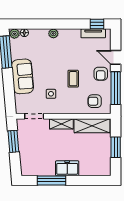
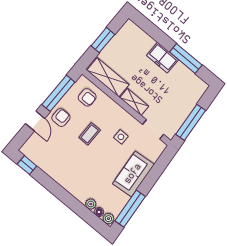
plant: (53, 33) -> (91, 204), moved
tv unit: (93, 33) -> (37, 160), removed
window: (13, 141) -> (191, 122), width x1.44

